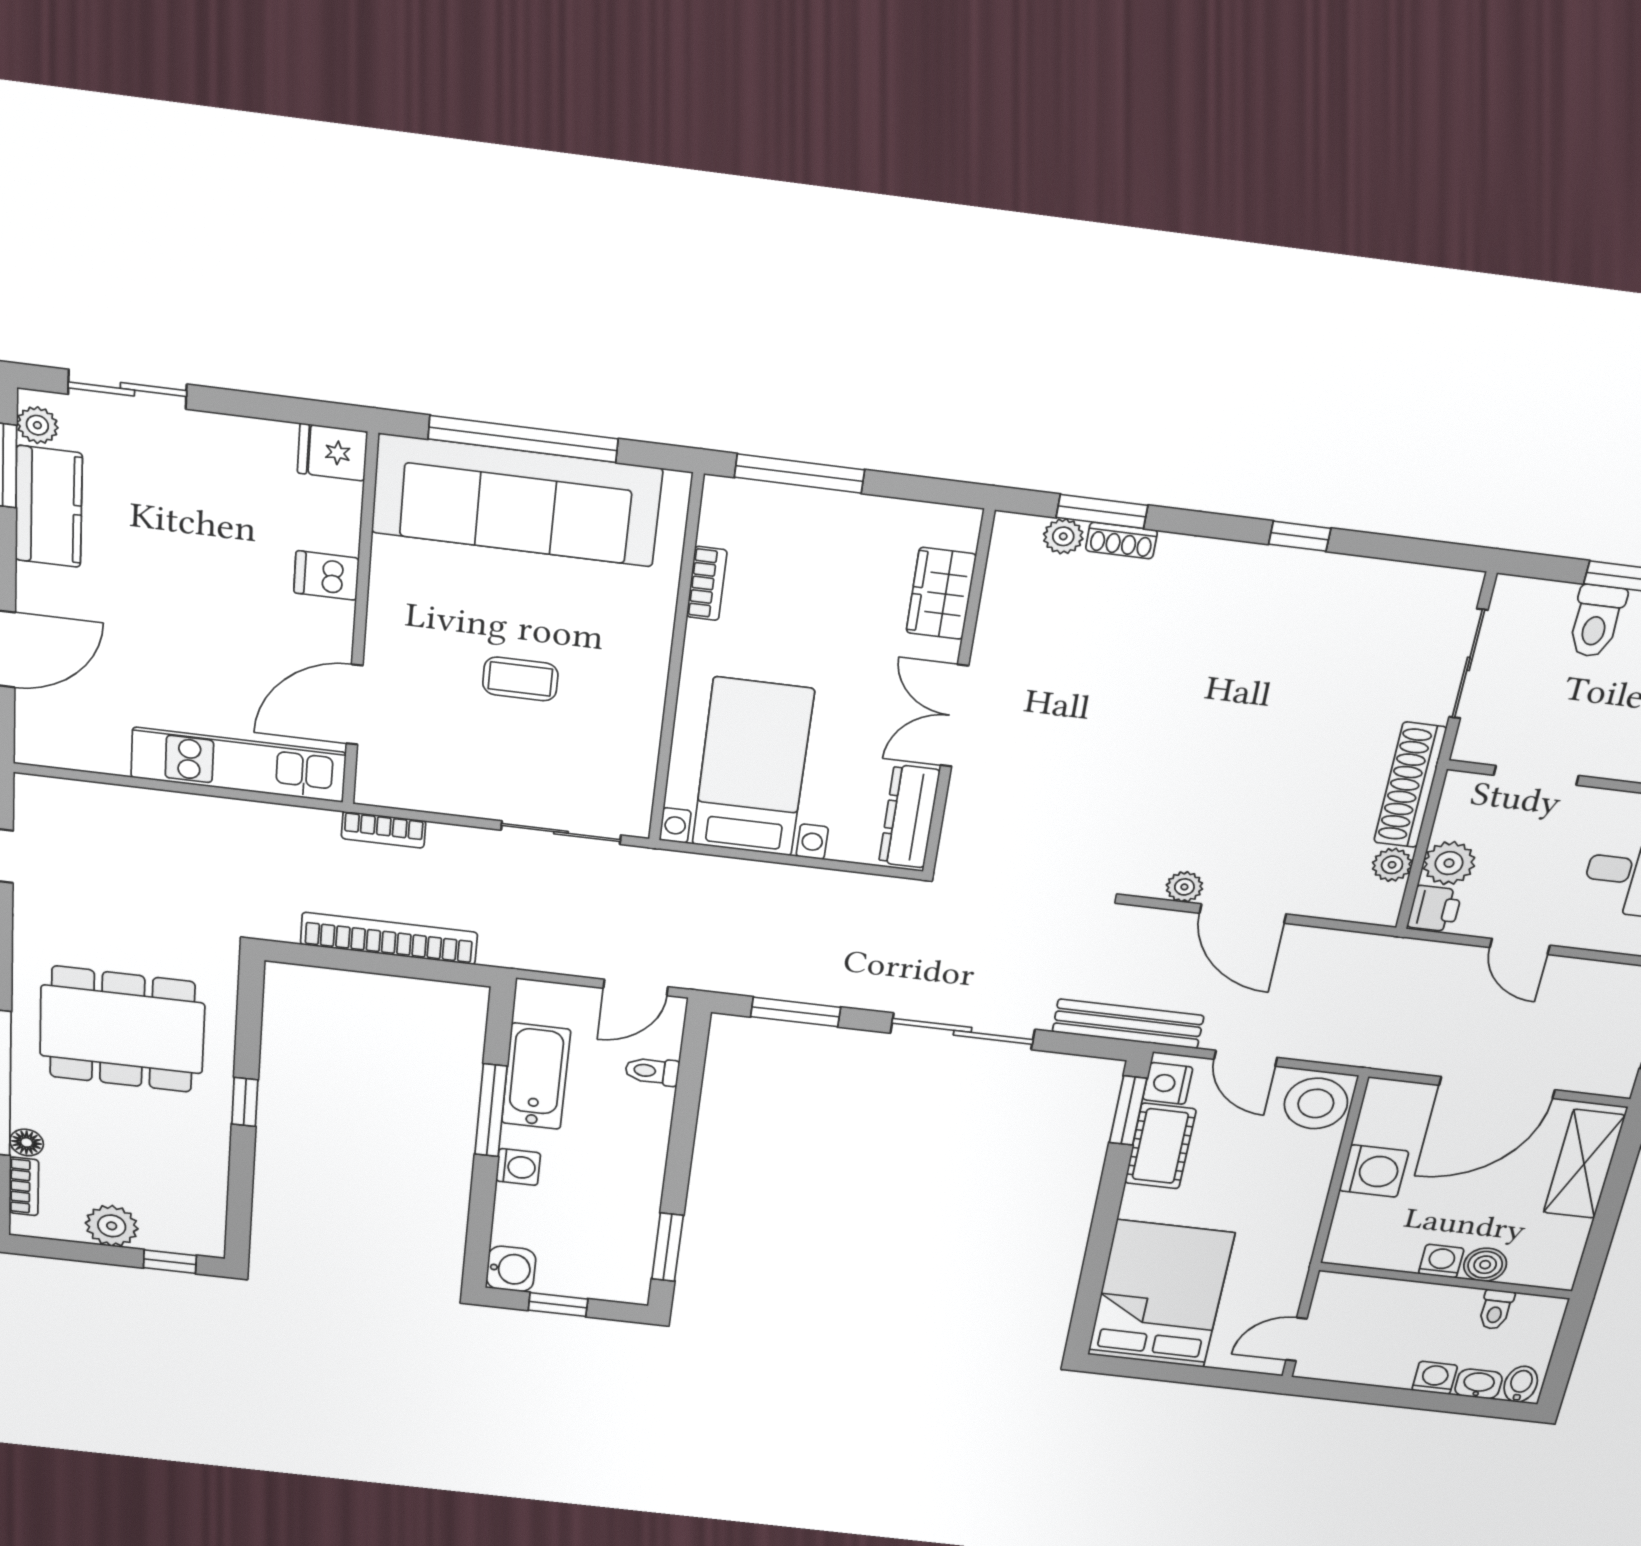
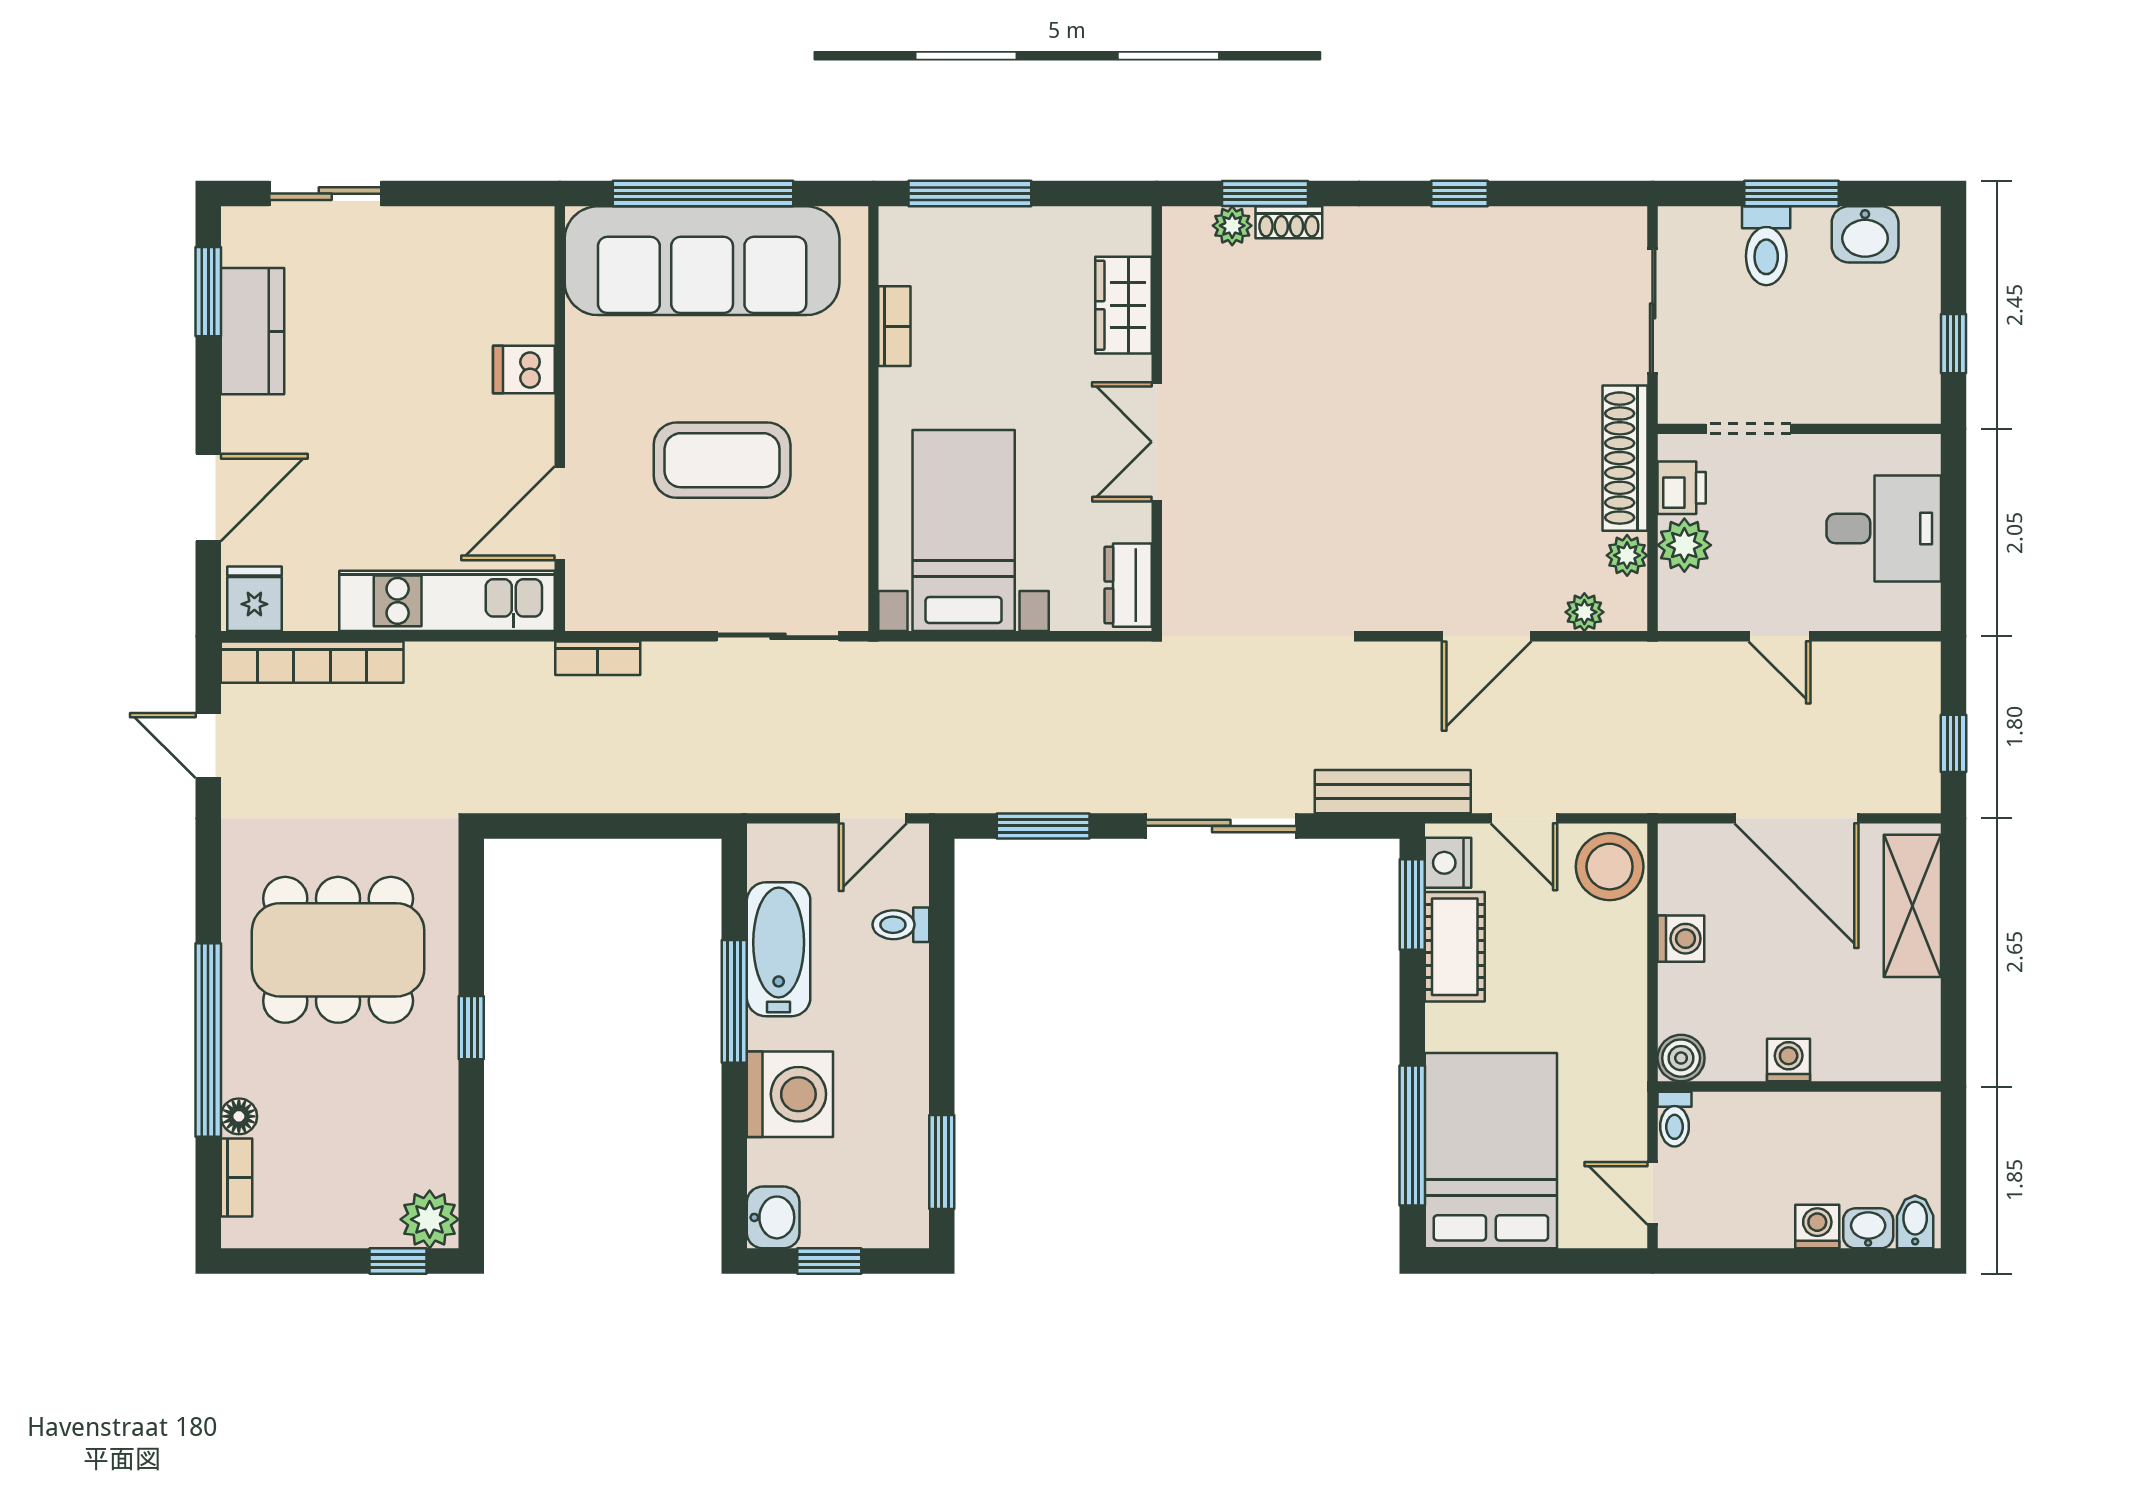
plant: (37, 425) -> (241, 244), removed
fridge: (332, 452) -> (254, 599), moved, turned 90
coffee table: (520, 679) -> (722, 460), width x1.86, depth x1.72
dresser: (909, 816) -> (1128, 585), width x0.70
plant: (1184, 887) -> (1584, 612), moved
printer: (1435, 909) -> (1682, 488), moved
door: (1243, 914) -> (1487, 636), hinge flipped
bookcase: (389, 938) -> (312, 662), moved, turned 180
door: (1497, 1088) -> (1796, 818), hinge flipped
washing machine: (518, 1167) -> (790, 1094), width x1.89, depth x1.89
washing machine: (1374, 1171) -> (1681, 939), width x0.73, depth x0.73
plant: (112, 1226) -> (430, 1219), moved
boiler: (1485, 1265) -> (1681, 1058), moved
window: (1093, 1276) -> (1412, 1135), added
toilet: (1496, 1310) -> (1675, 1119), moved
door: (1296, 1339) -> (1653, 1193), hinge flipped

